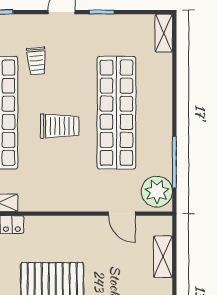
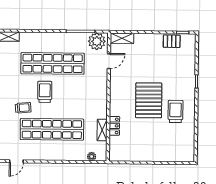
trolley: (60, 126) -> (45, 92), moved
shelving: (163, 257) -> (122, 38), moved

